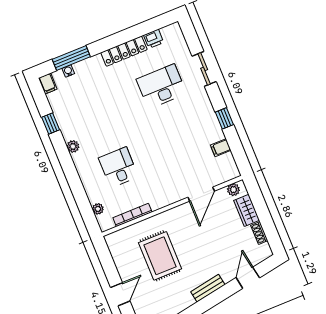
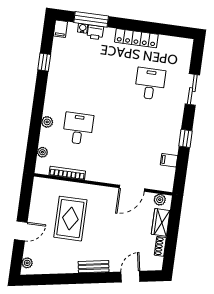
printer: (154, 39) -> (95, 32), moved
desk: (161, 86) -> (150, 84), width x0.73
plant: (73, 146) -> (47, 122), moved

